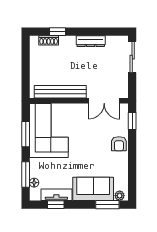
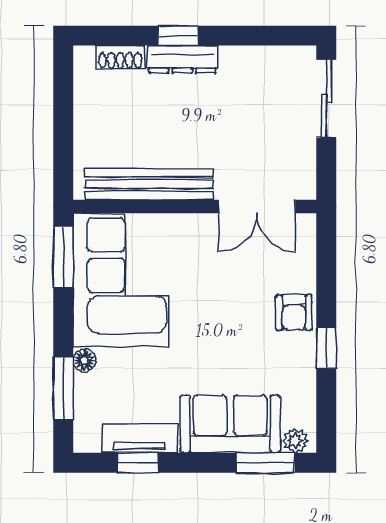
window: (58, 32) -> (178, 36), moved
dresser: (91, 41) -> (182, 59), moved
window: (132, 121) -> (326, 348), moved
window: (26, 134) -> (63, 257), moved
floor lamp: (34, 183) -> (84, 360), moved

